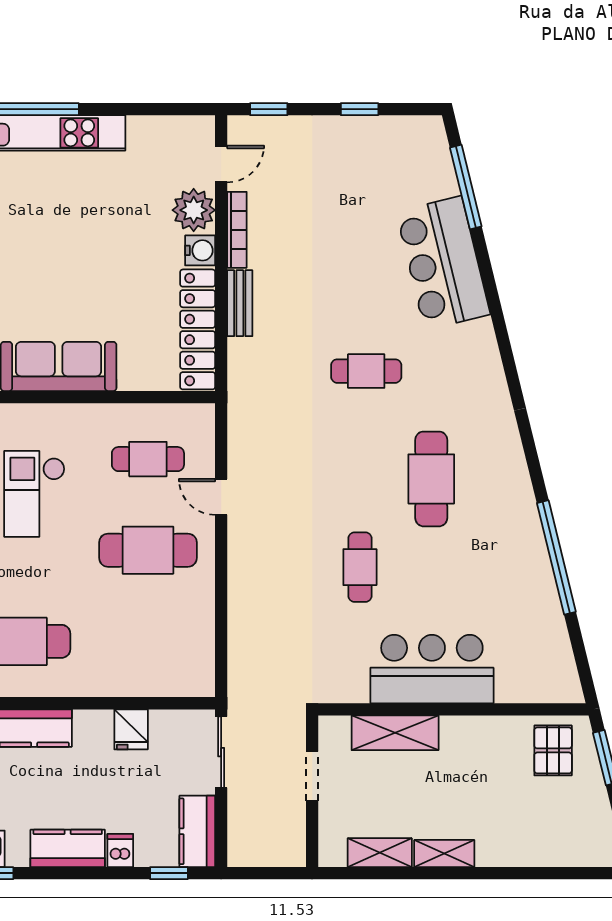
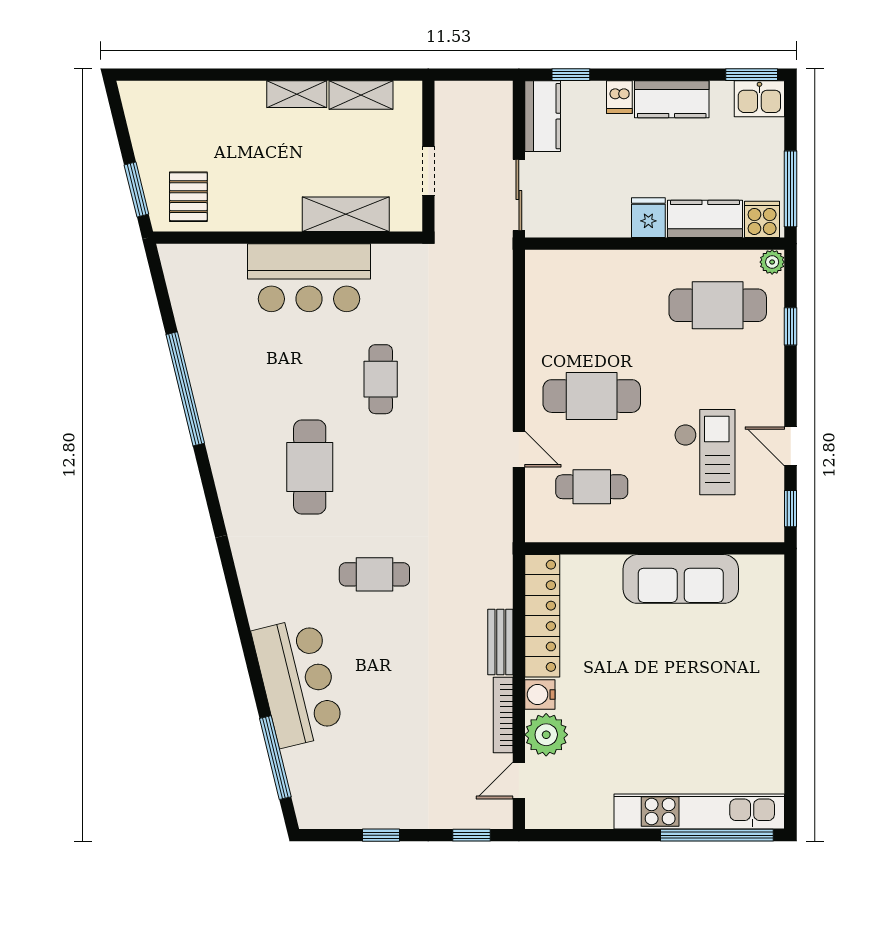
fridge: (131, 729) -> (648, 218), moved

